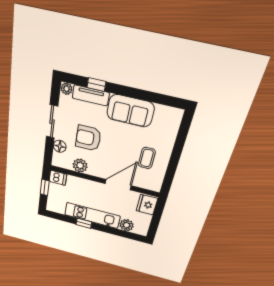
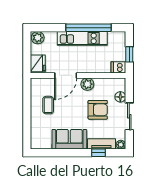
plant: (80, 166) -> (87, 84), moved
window: (84, 223) -> (88, 28), width x3.17
plant: (127, 225) -> (38, 38), moved

